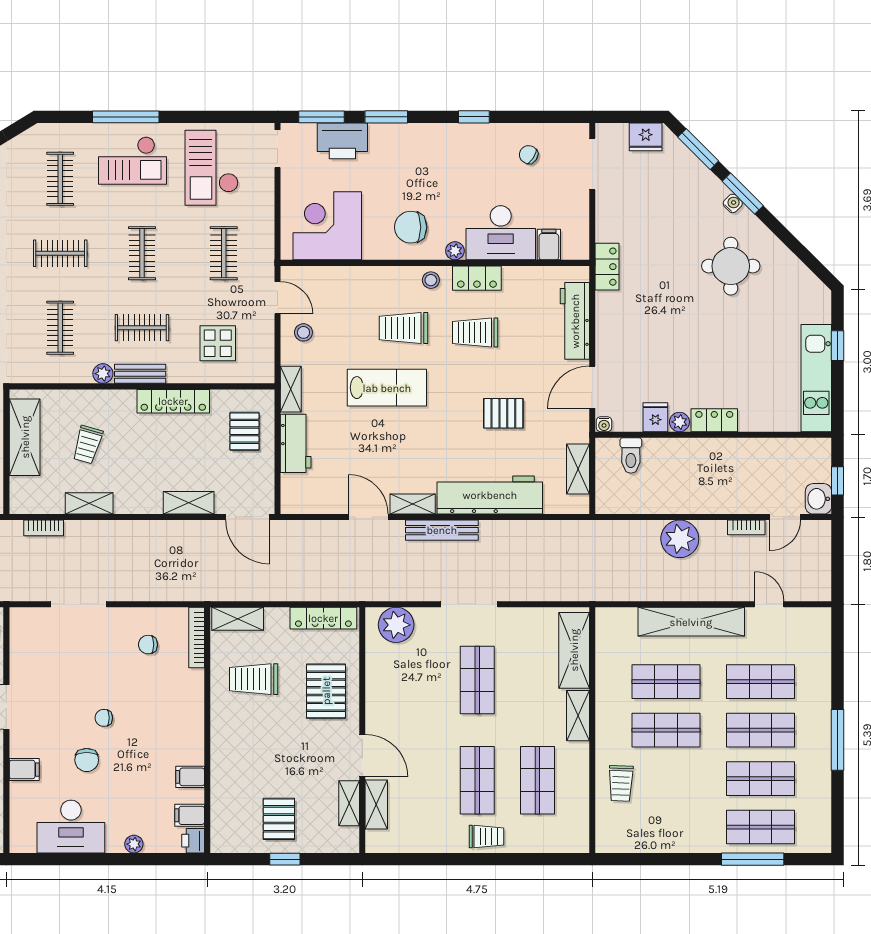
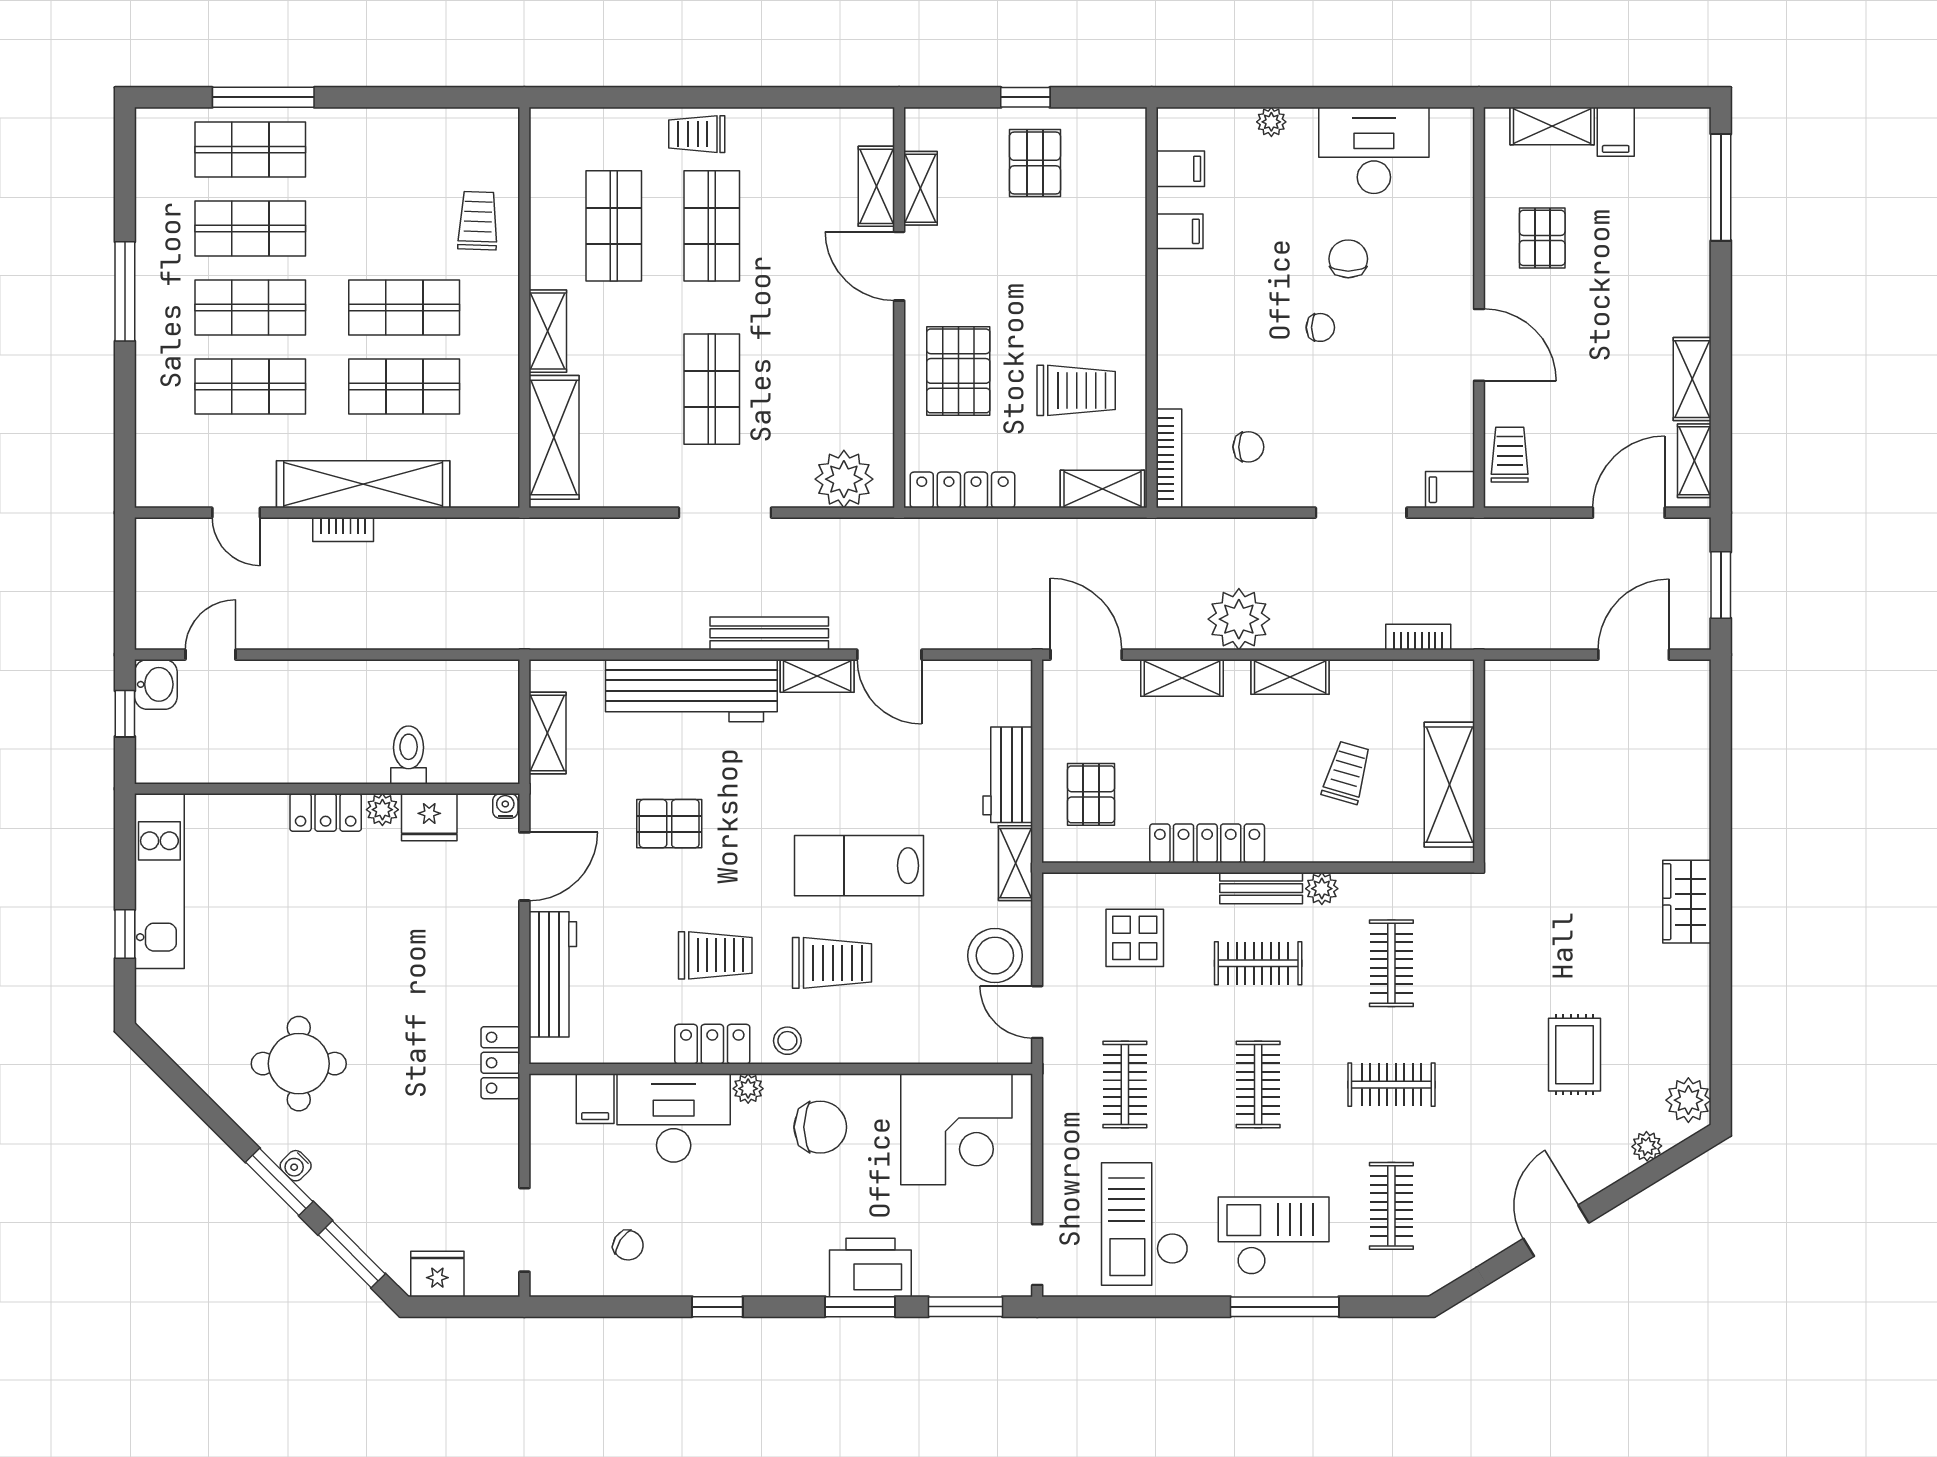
printer: (342, 141) -> (870, 1268), moved
checkout: (212, 168) -> (1145, 1224), turned 180
stool: (303, 332) -> (995, 956), width x1.89, depth x1.89
fridge: (655, 417) -> (429, 817), width x1.38
toilet: (631, 456) -> (409, 755), moved
shelving: (89, 503) -> (1290, 677), moved
bookcase: (746, 527) -> (343, 529), moved, turned 180
plant: (680, 539) -> (1239, 619), moved
filing cabinet: (24, 770) -> (1450, 490), moved
printer: (193, 841) -> (1175, 127), removed

